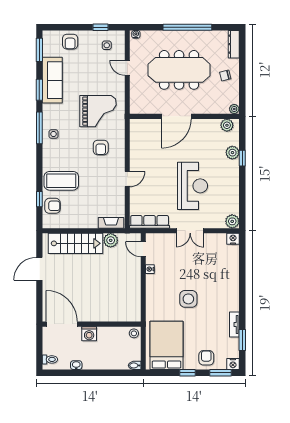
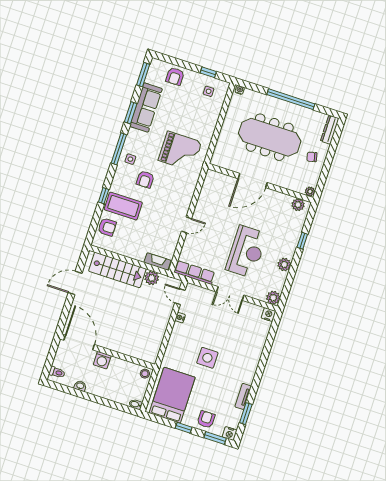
door: (127, 68) -> (221, 119), removed
armchair: (101, 147) -> (145, 179), moved
plant: (232, 153) -> (284, 265), moved
window: (39, 199) -> (104, 196), moved

